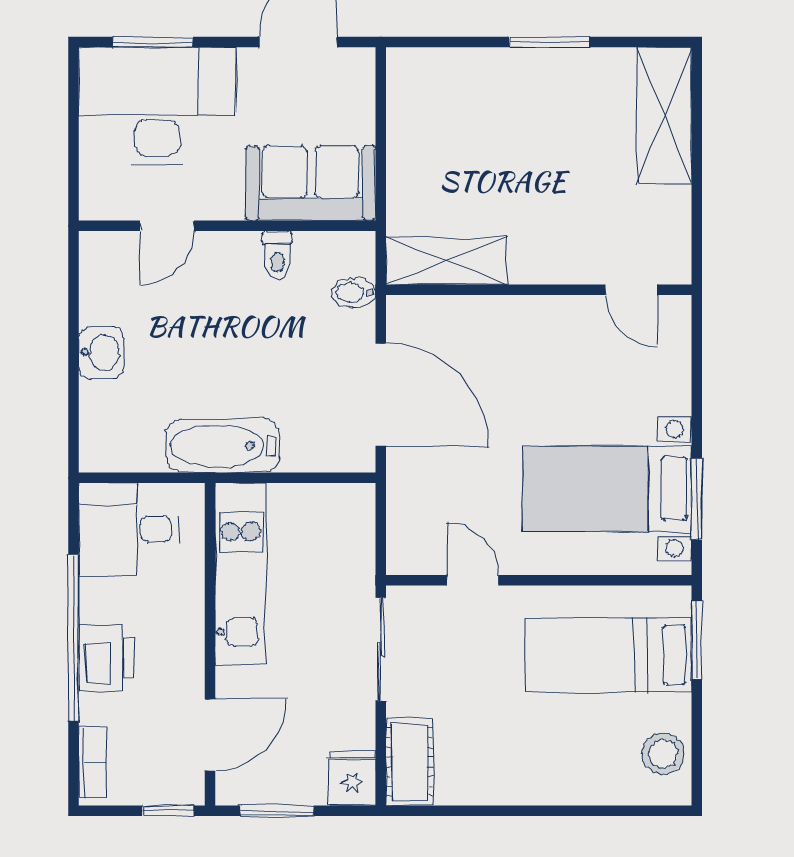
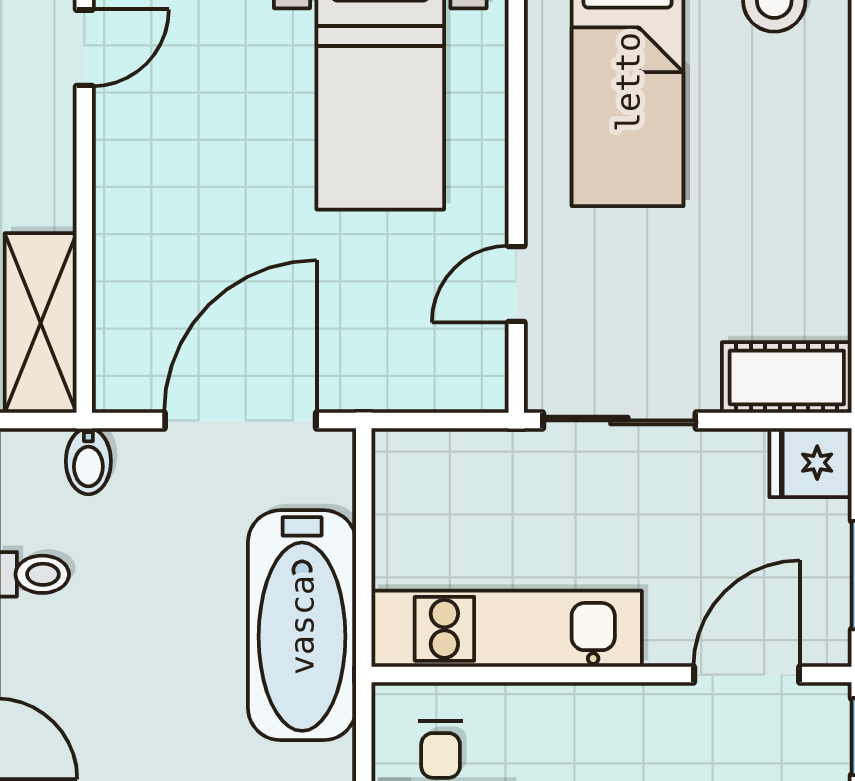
bathtub: (223, 446) -> (302, 625), width x1.36, depth x1.36
door: (210, 735) -> (747, 675), hinge flipped

